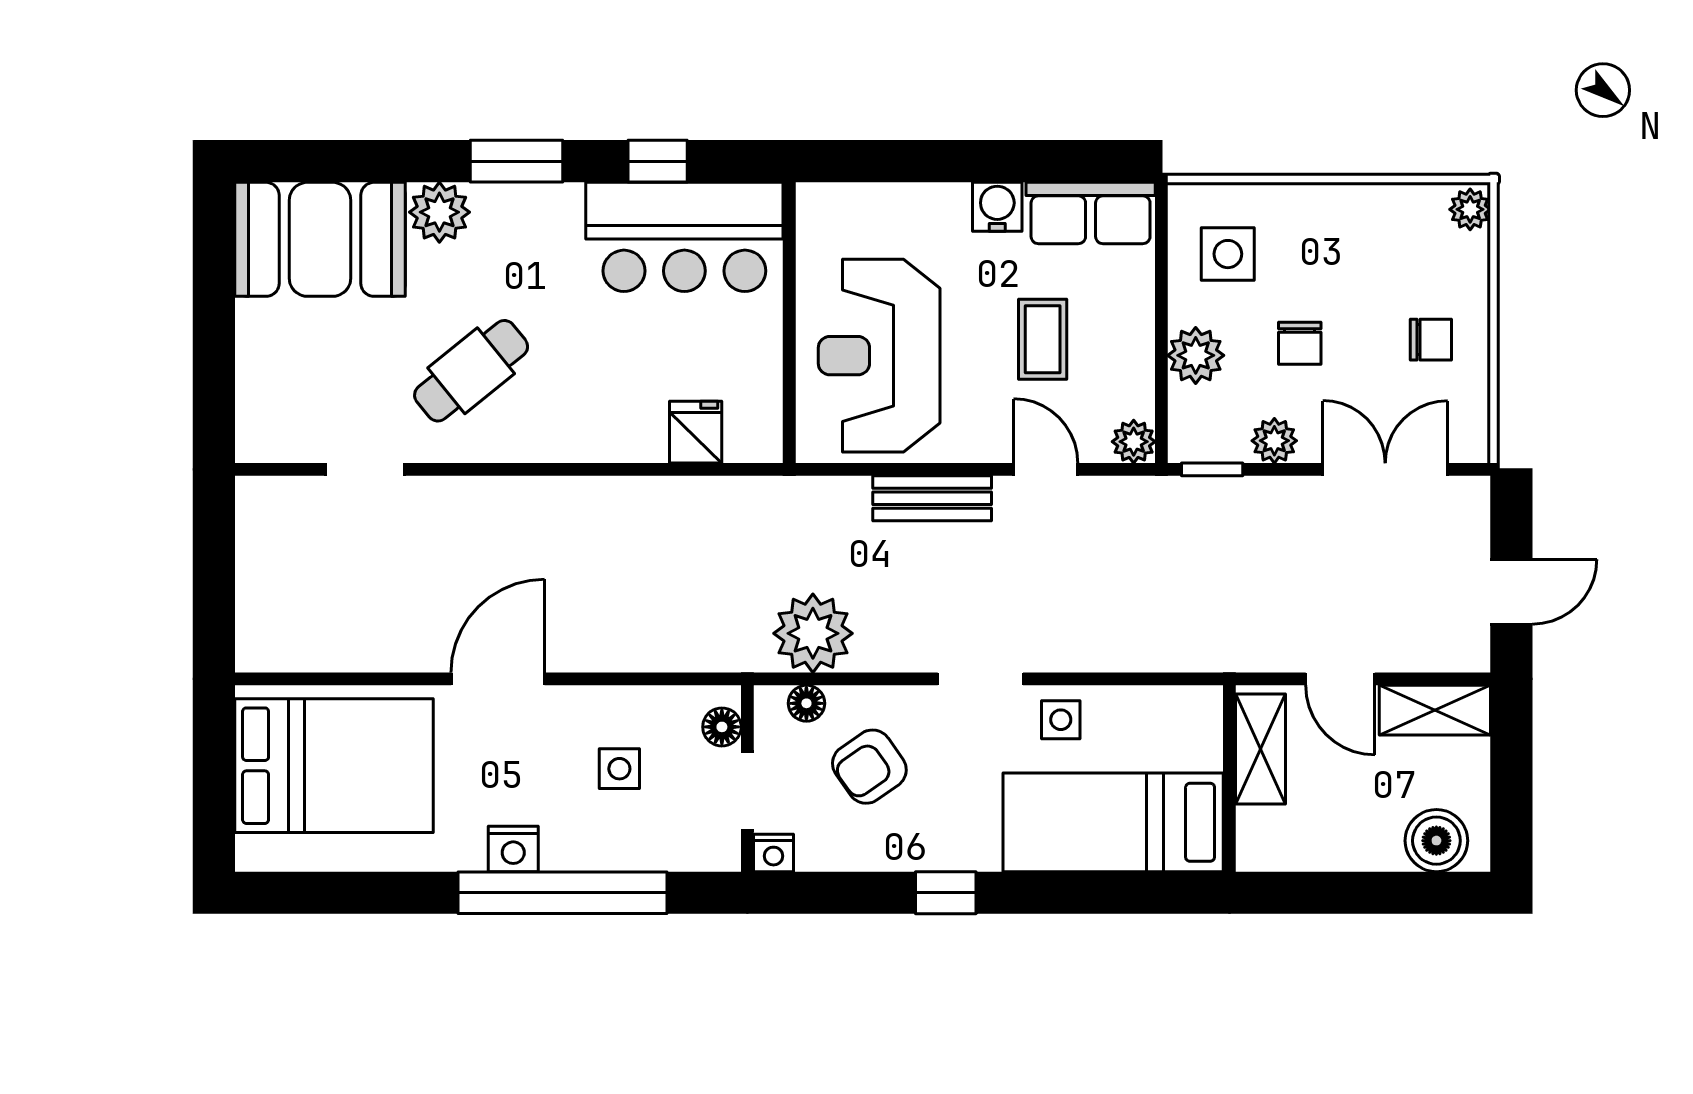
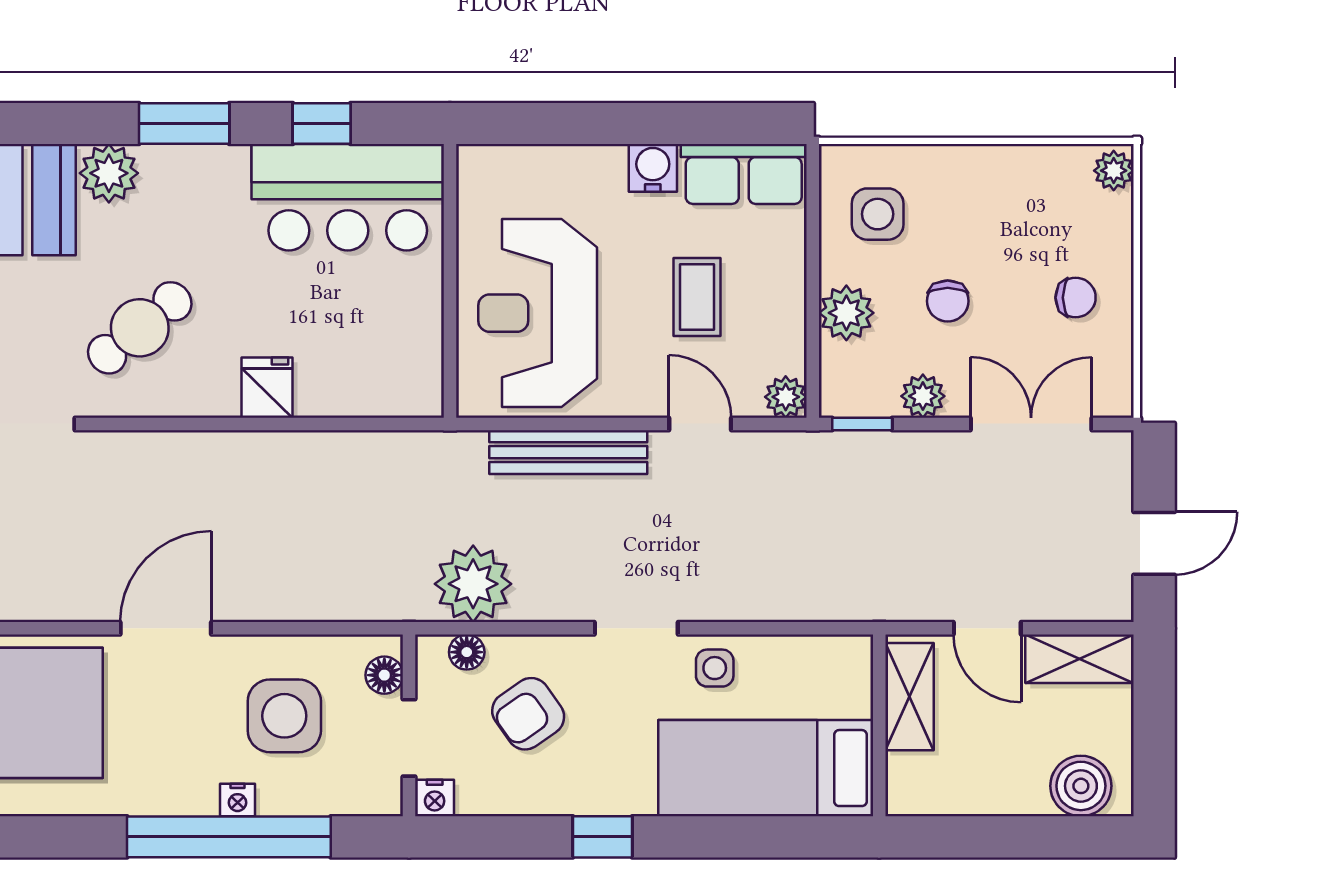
fridge: (696, 432) -> (267, 388), moved
bench: (932, 498) -> (568, 452), width x1.36
side table: (619, 769) -> (284, 716), width x1.87, depth x1.87
nightstand: (513, 849) -> (237, 800), moved, width x0.72, depth x0.74

